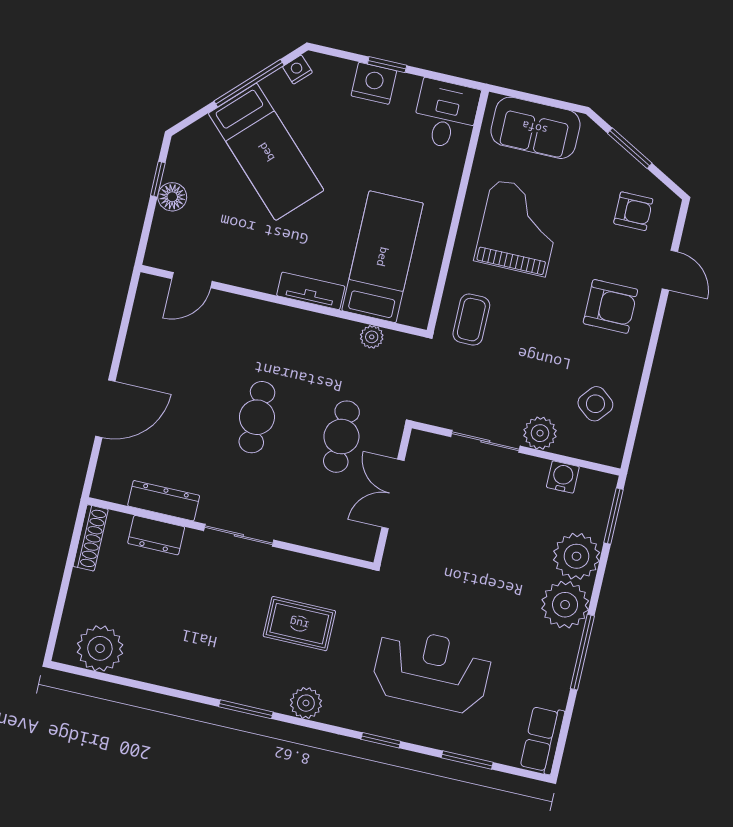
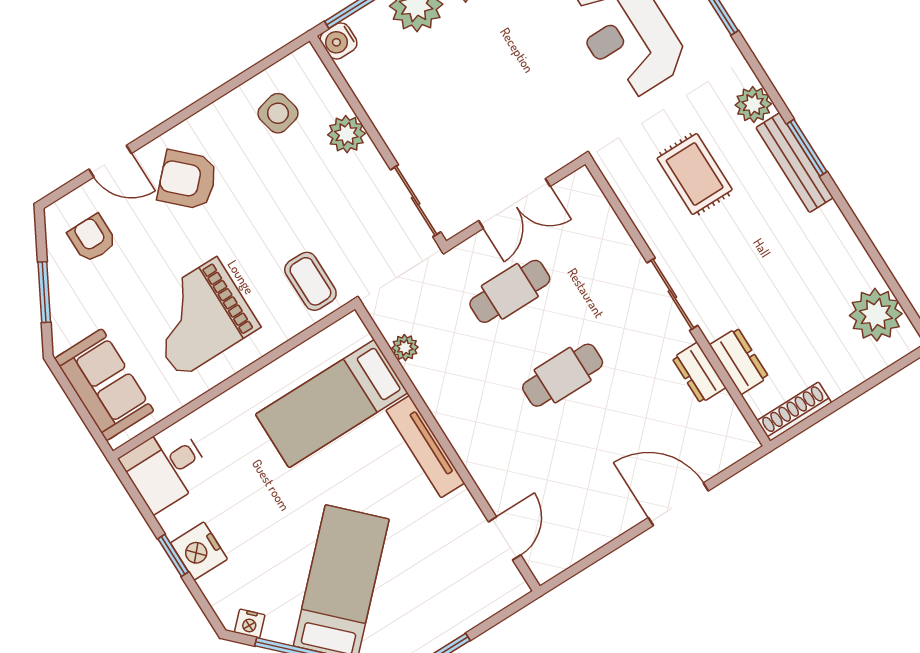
floor lamp: (172, 197) -> (453, 622), removed
door: (670, 270) -> (110, 161), swing flipped
door: (192, 280) -> (505, 538), hinge flipped
tv unit: (311, 291) -> (425, 447), width x1.41
armchair: (610, 306) -> (187, 180), turned -46
coffee table: (471, 320) -> (310, 281), turned 90
side table: (595, 404) -> (278, 113), turned 38
sliding door: (485, 441) -> (416, 201), moved
water cooler: (563, 477) -> (339, 41), moved
dresser: (164, 501) -> (699, 373), width x0.70
bench: (244, 693) -> (795, 163), added

